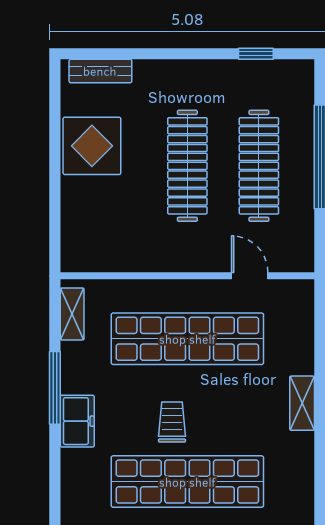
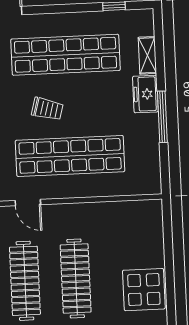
shelving: (72, 314) -> (147, 55), moved
trolley: (172, 422) -> (47, 109), moved, turned -75

